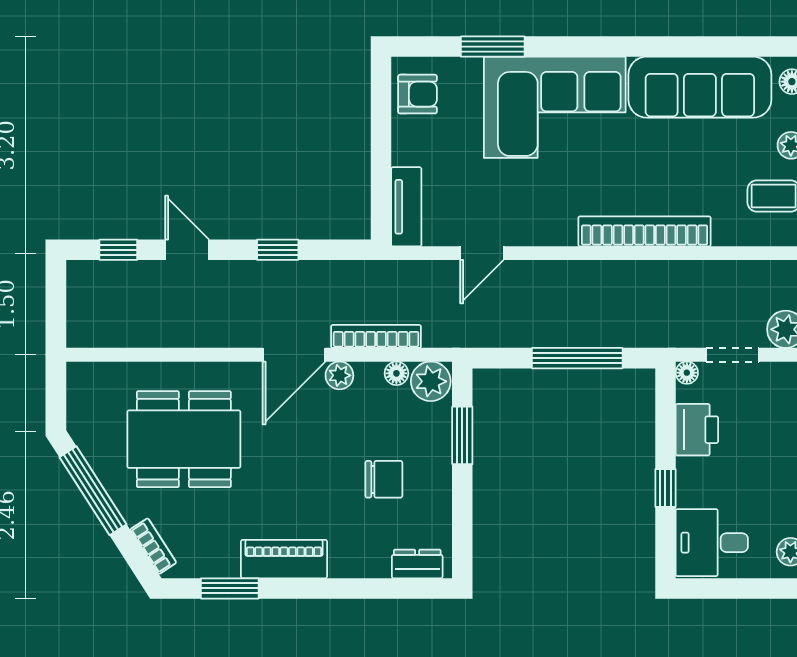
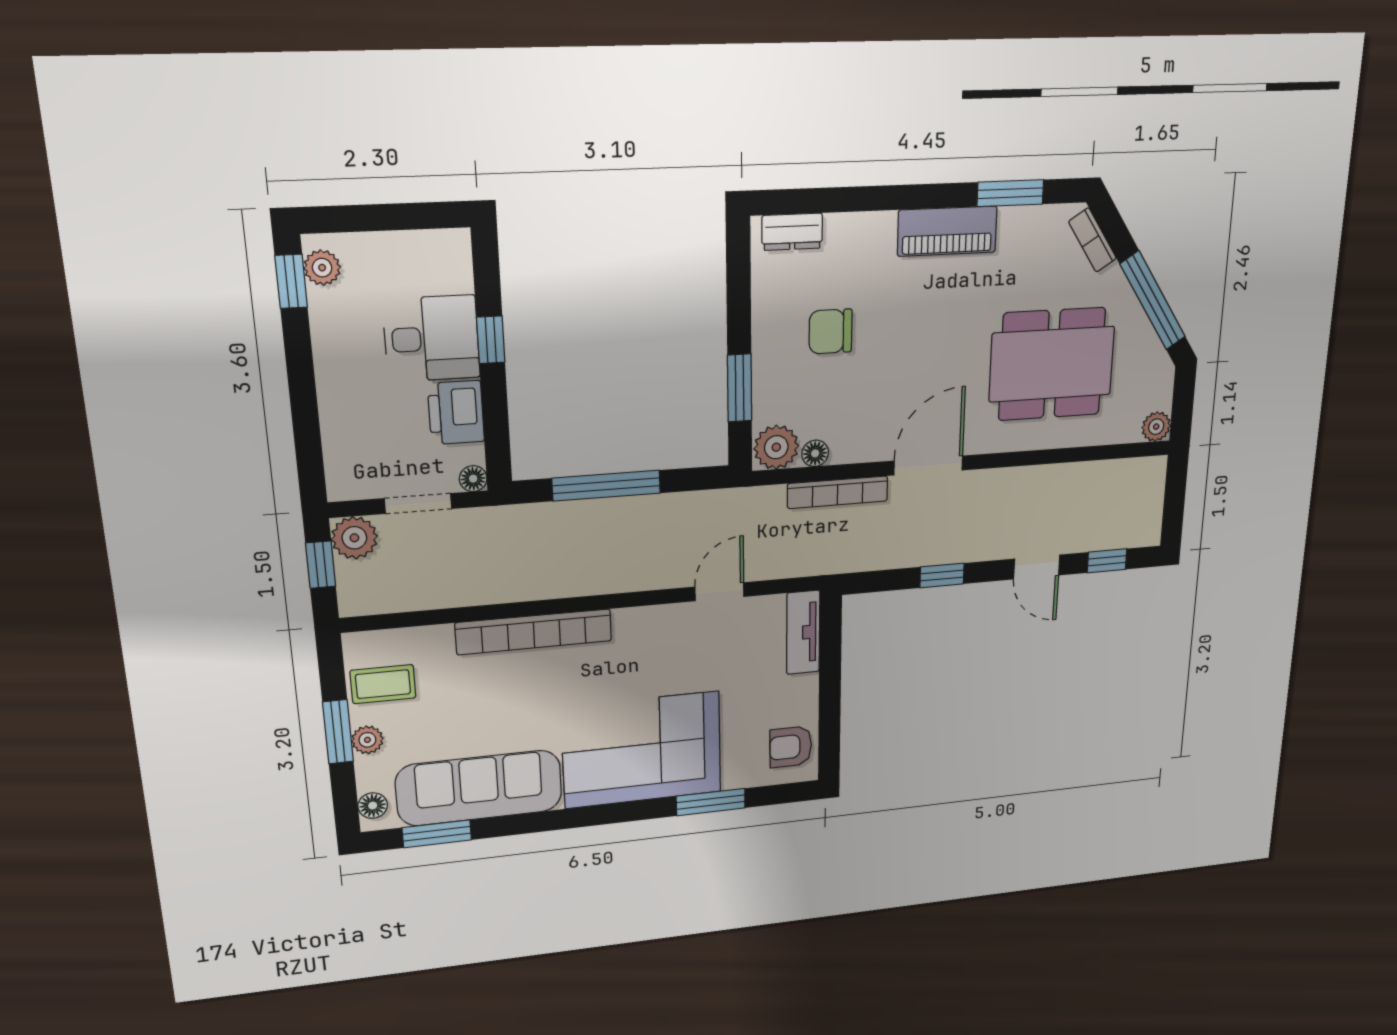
window: (739, 47) -> (437, 834), added
plant: (339, 375) -> (1156, 427), moved
desk: (712, 543) -> (432, 339), moved

